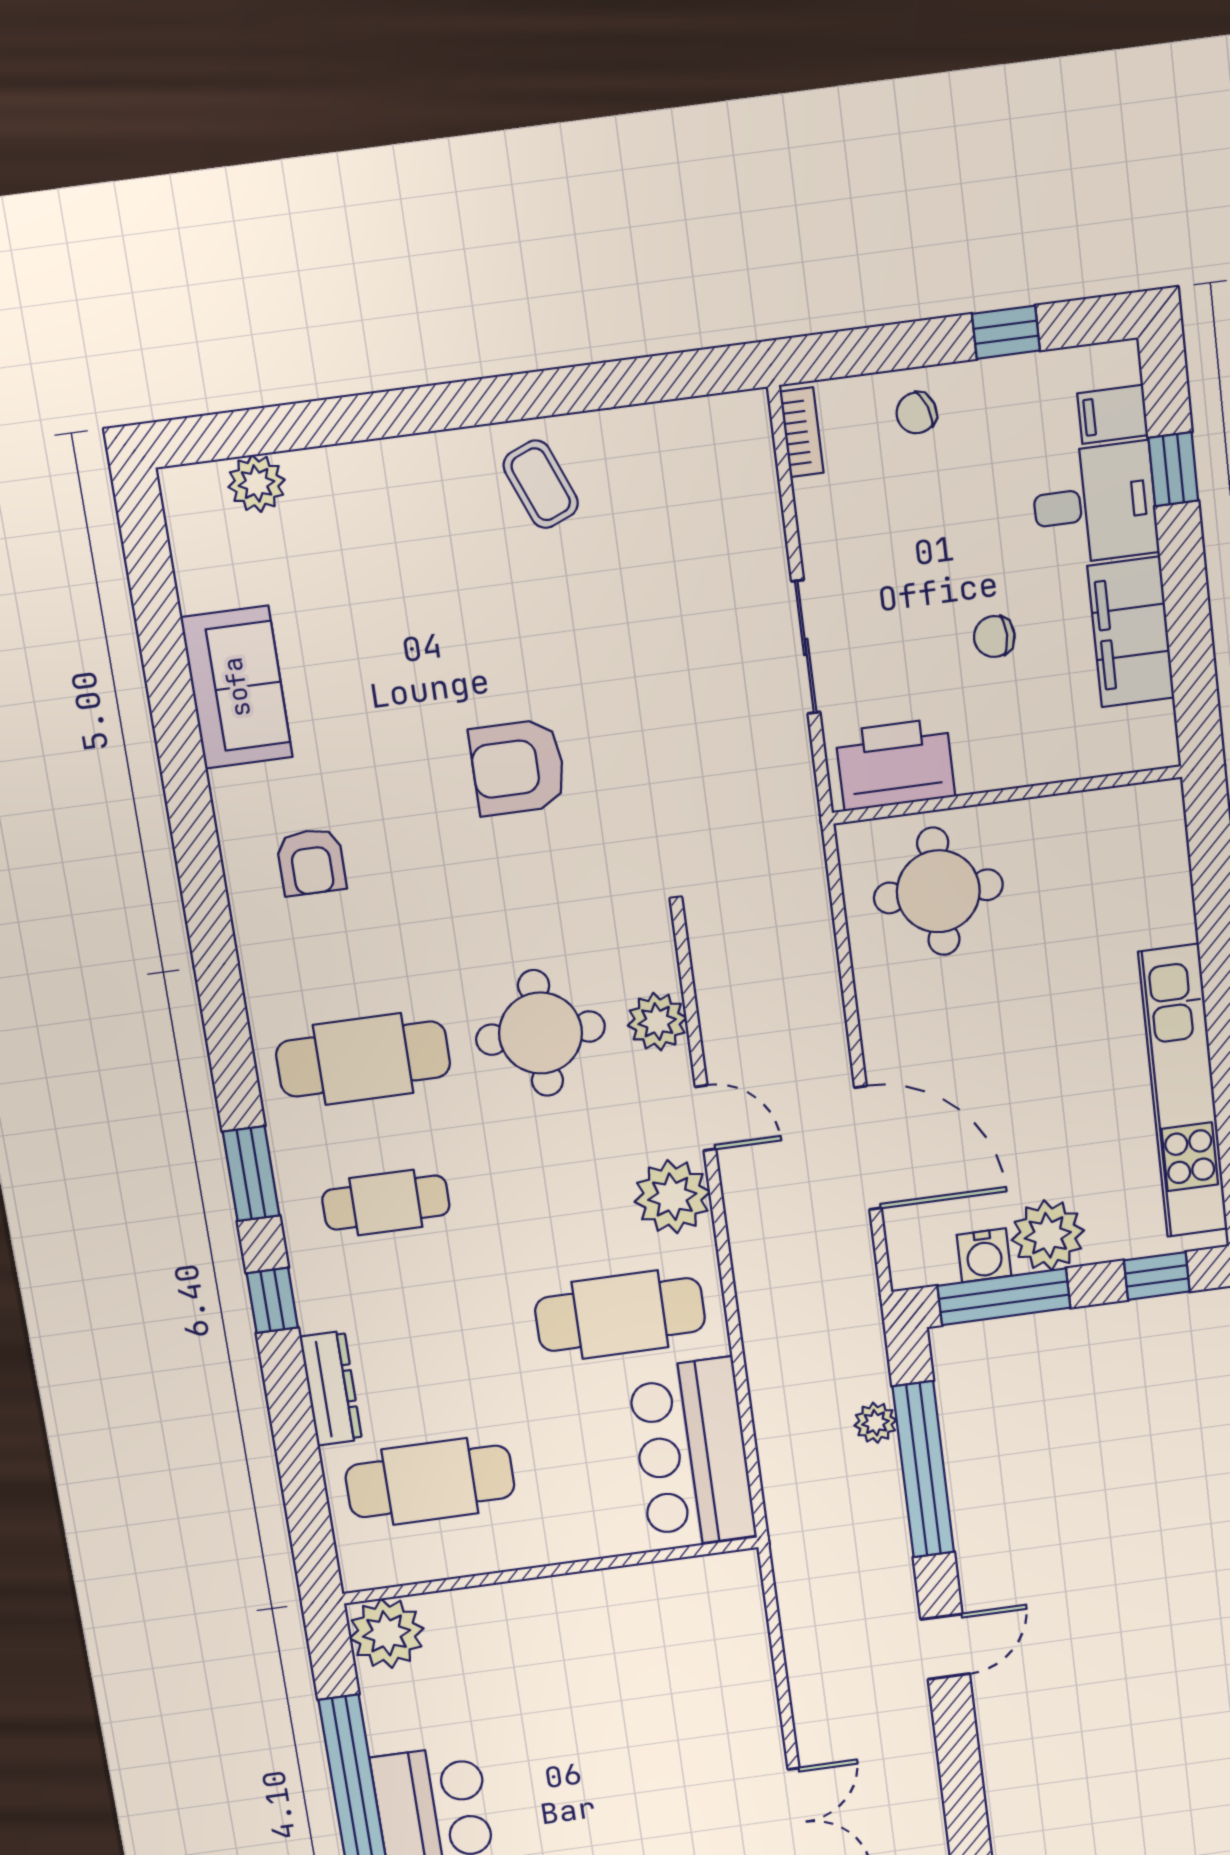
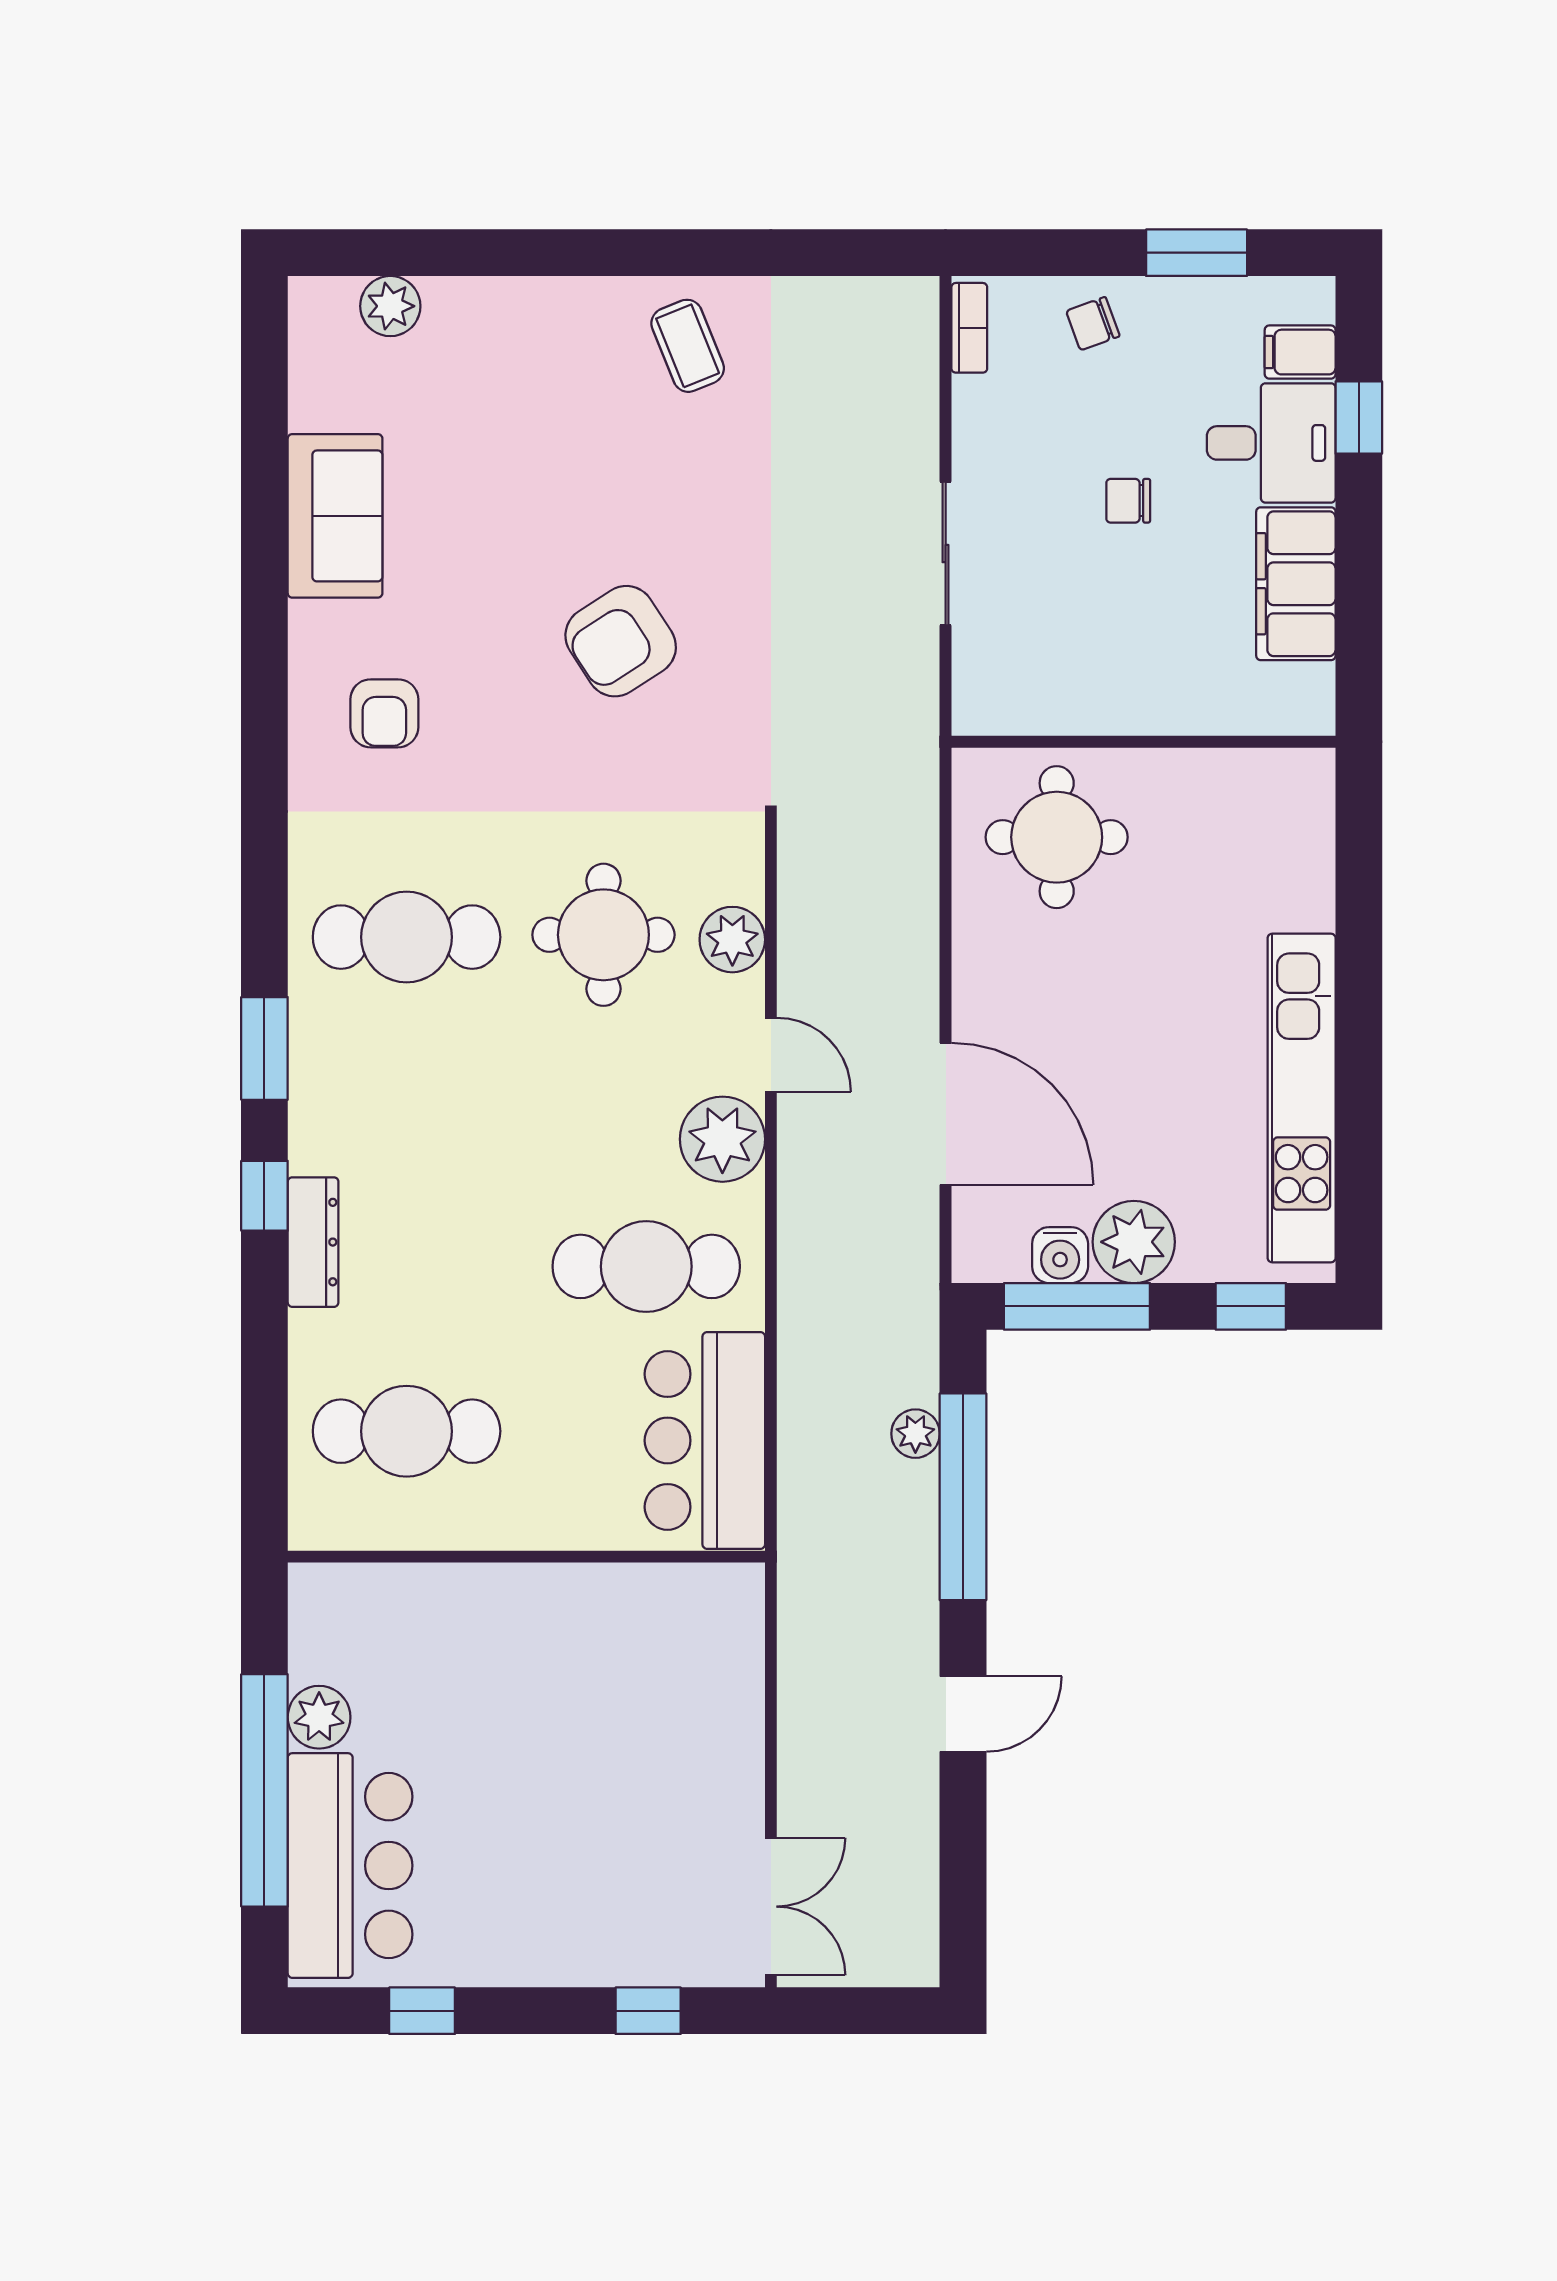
window: (1006, 332) -> (1197, 253), width x1.50
chair: (994, 636) -> (1128, 501), moved
printer: (895, 764) -> (1026, 692), removed
armchair: (518, 767) -> (621, 641), turned -33
cafe table: (386, 1203) -> (407, 1102), removed
dresser: (331, 1388) -> (313, 1242), moved
plant: (387, 1633) -> (319, 1717), moved, width x0.73, depth x0.73

